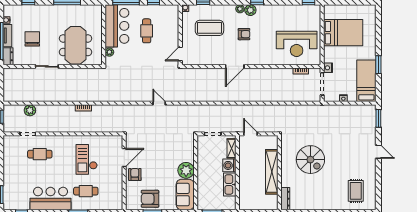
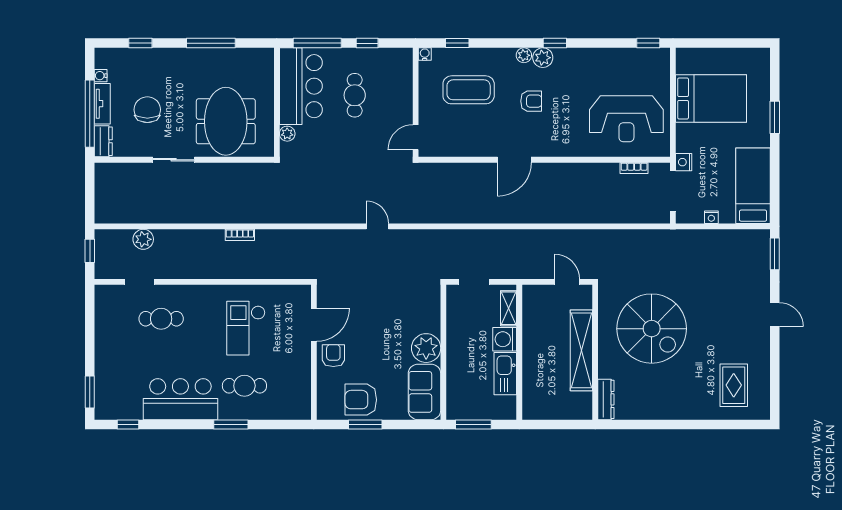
window: (378, 65) -> (775, 117), moved
door: (251, 134) -> (567, 282), moved
spiral stairs: (310, 160) -> (652, 329), width x1.37, depth x1.37

